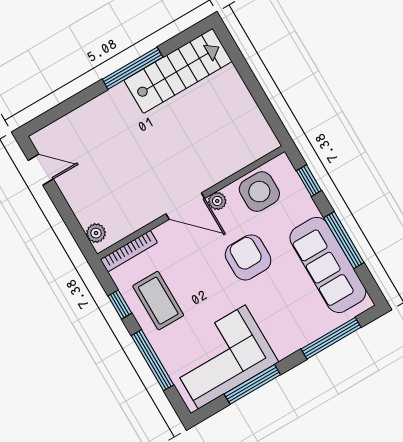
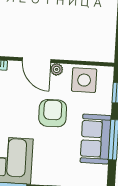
sofa: (328, 265) -> (96, 139), width x0.73

